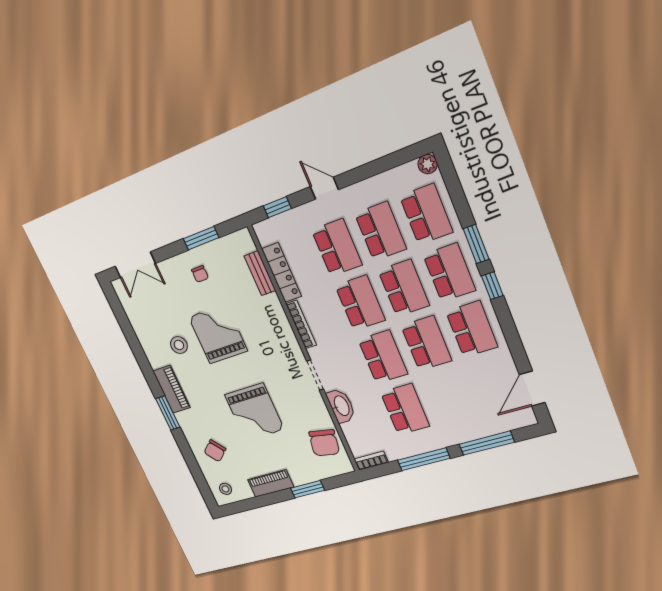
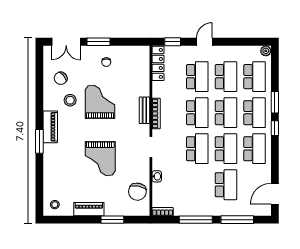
door: (324, 188) -> (204, 42), hinge flipped
window: (201, 238) -> (98, 42), moved
locker: (282, 272) -> (158, 63), moved
bench: (260, 273) -> (144, 110), moved
washbasin: (341, 406) -> (157, 176), width x0.52, depth x0.69
school desk: (405, 409) -> (226, 185), moved
chair: (215, 451) -> (61, 78), moved

